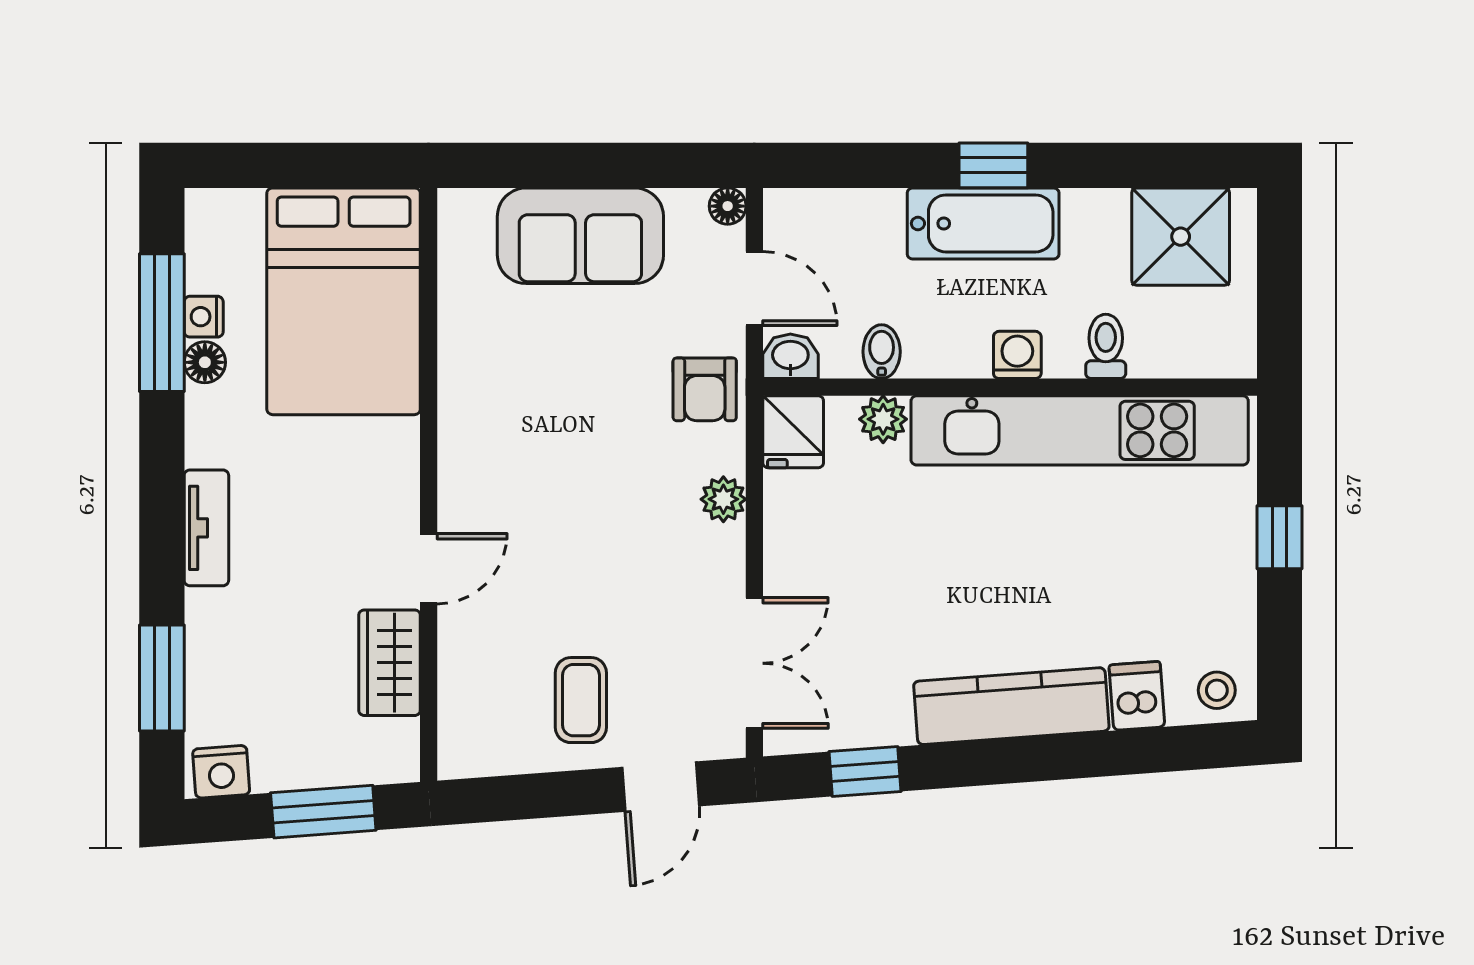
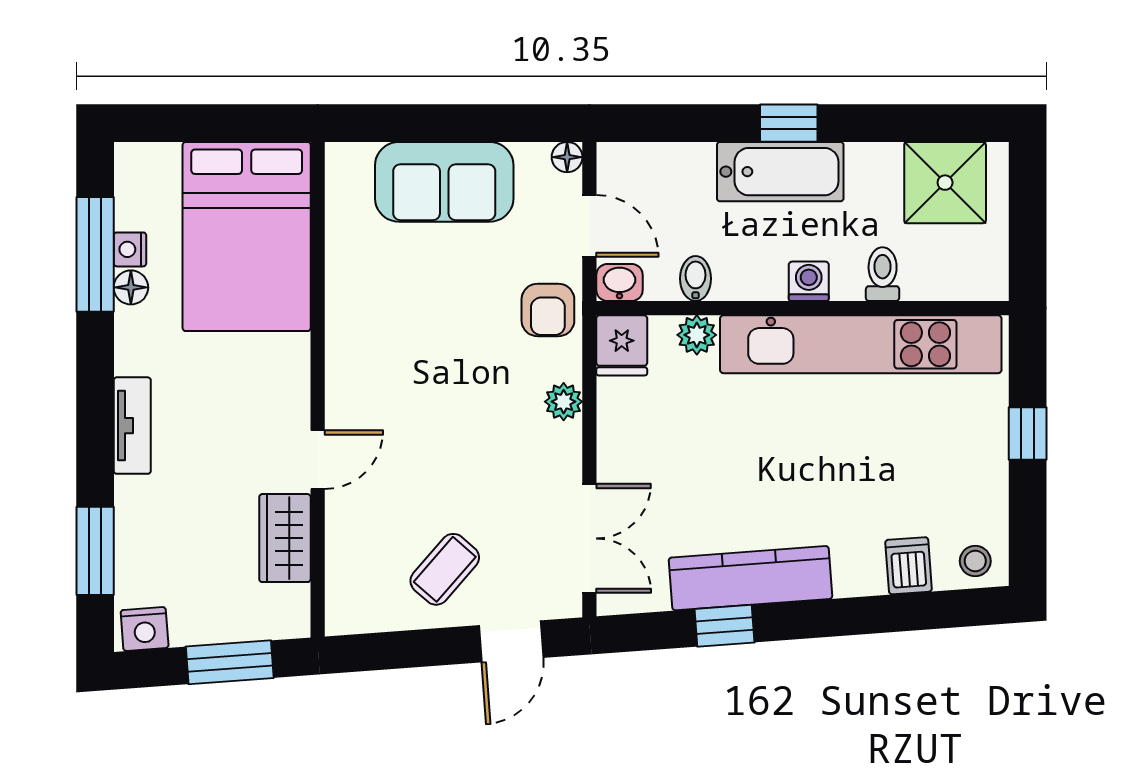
coffee table: (581, 700) -> (445, 569), turned 41
kitchen counter: (1011, 706) -> (751, 578), moved
window: (865, 772) -> (724, 626), moved

